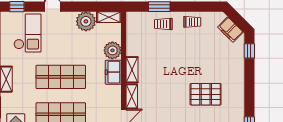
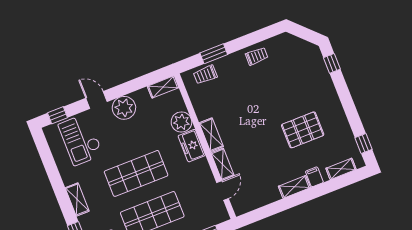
plant: (86, 21) -> (124, 108), moved
trolley: (163, 24) -> (205, 75), moved
filing cabinet: (230, 30) -> (302, 48), removed
checkout: (27, 33) -> (81, 140), turned 180

